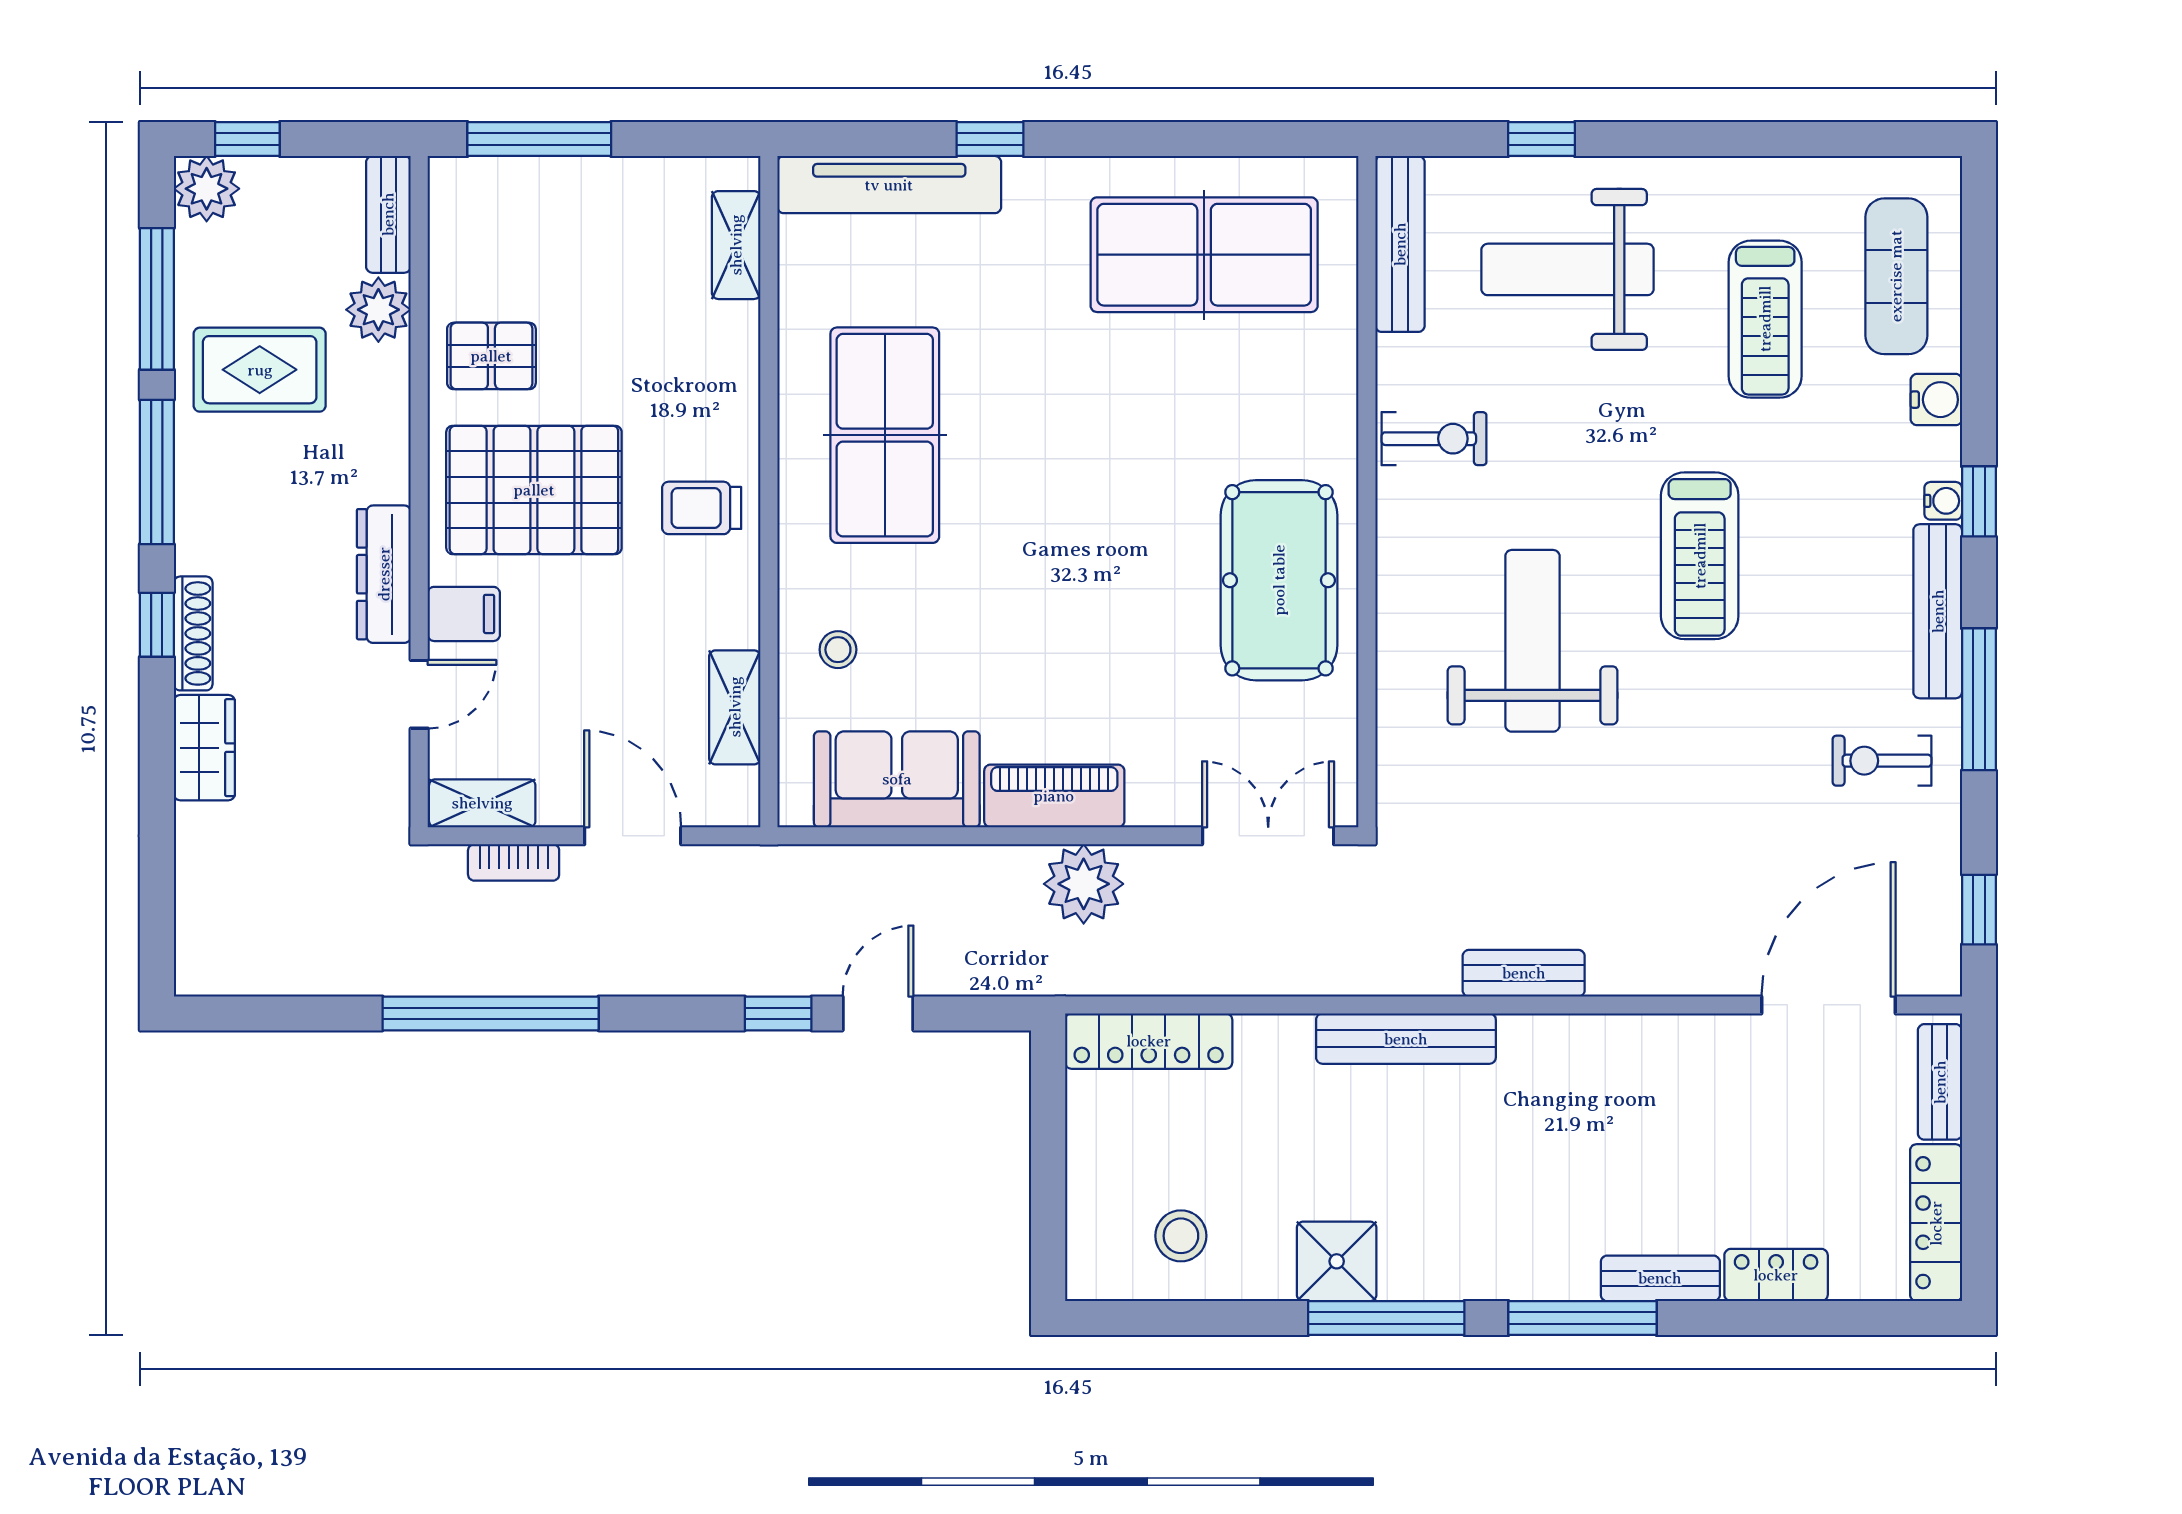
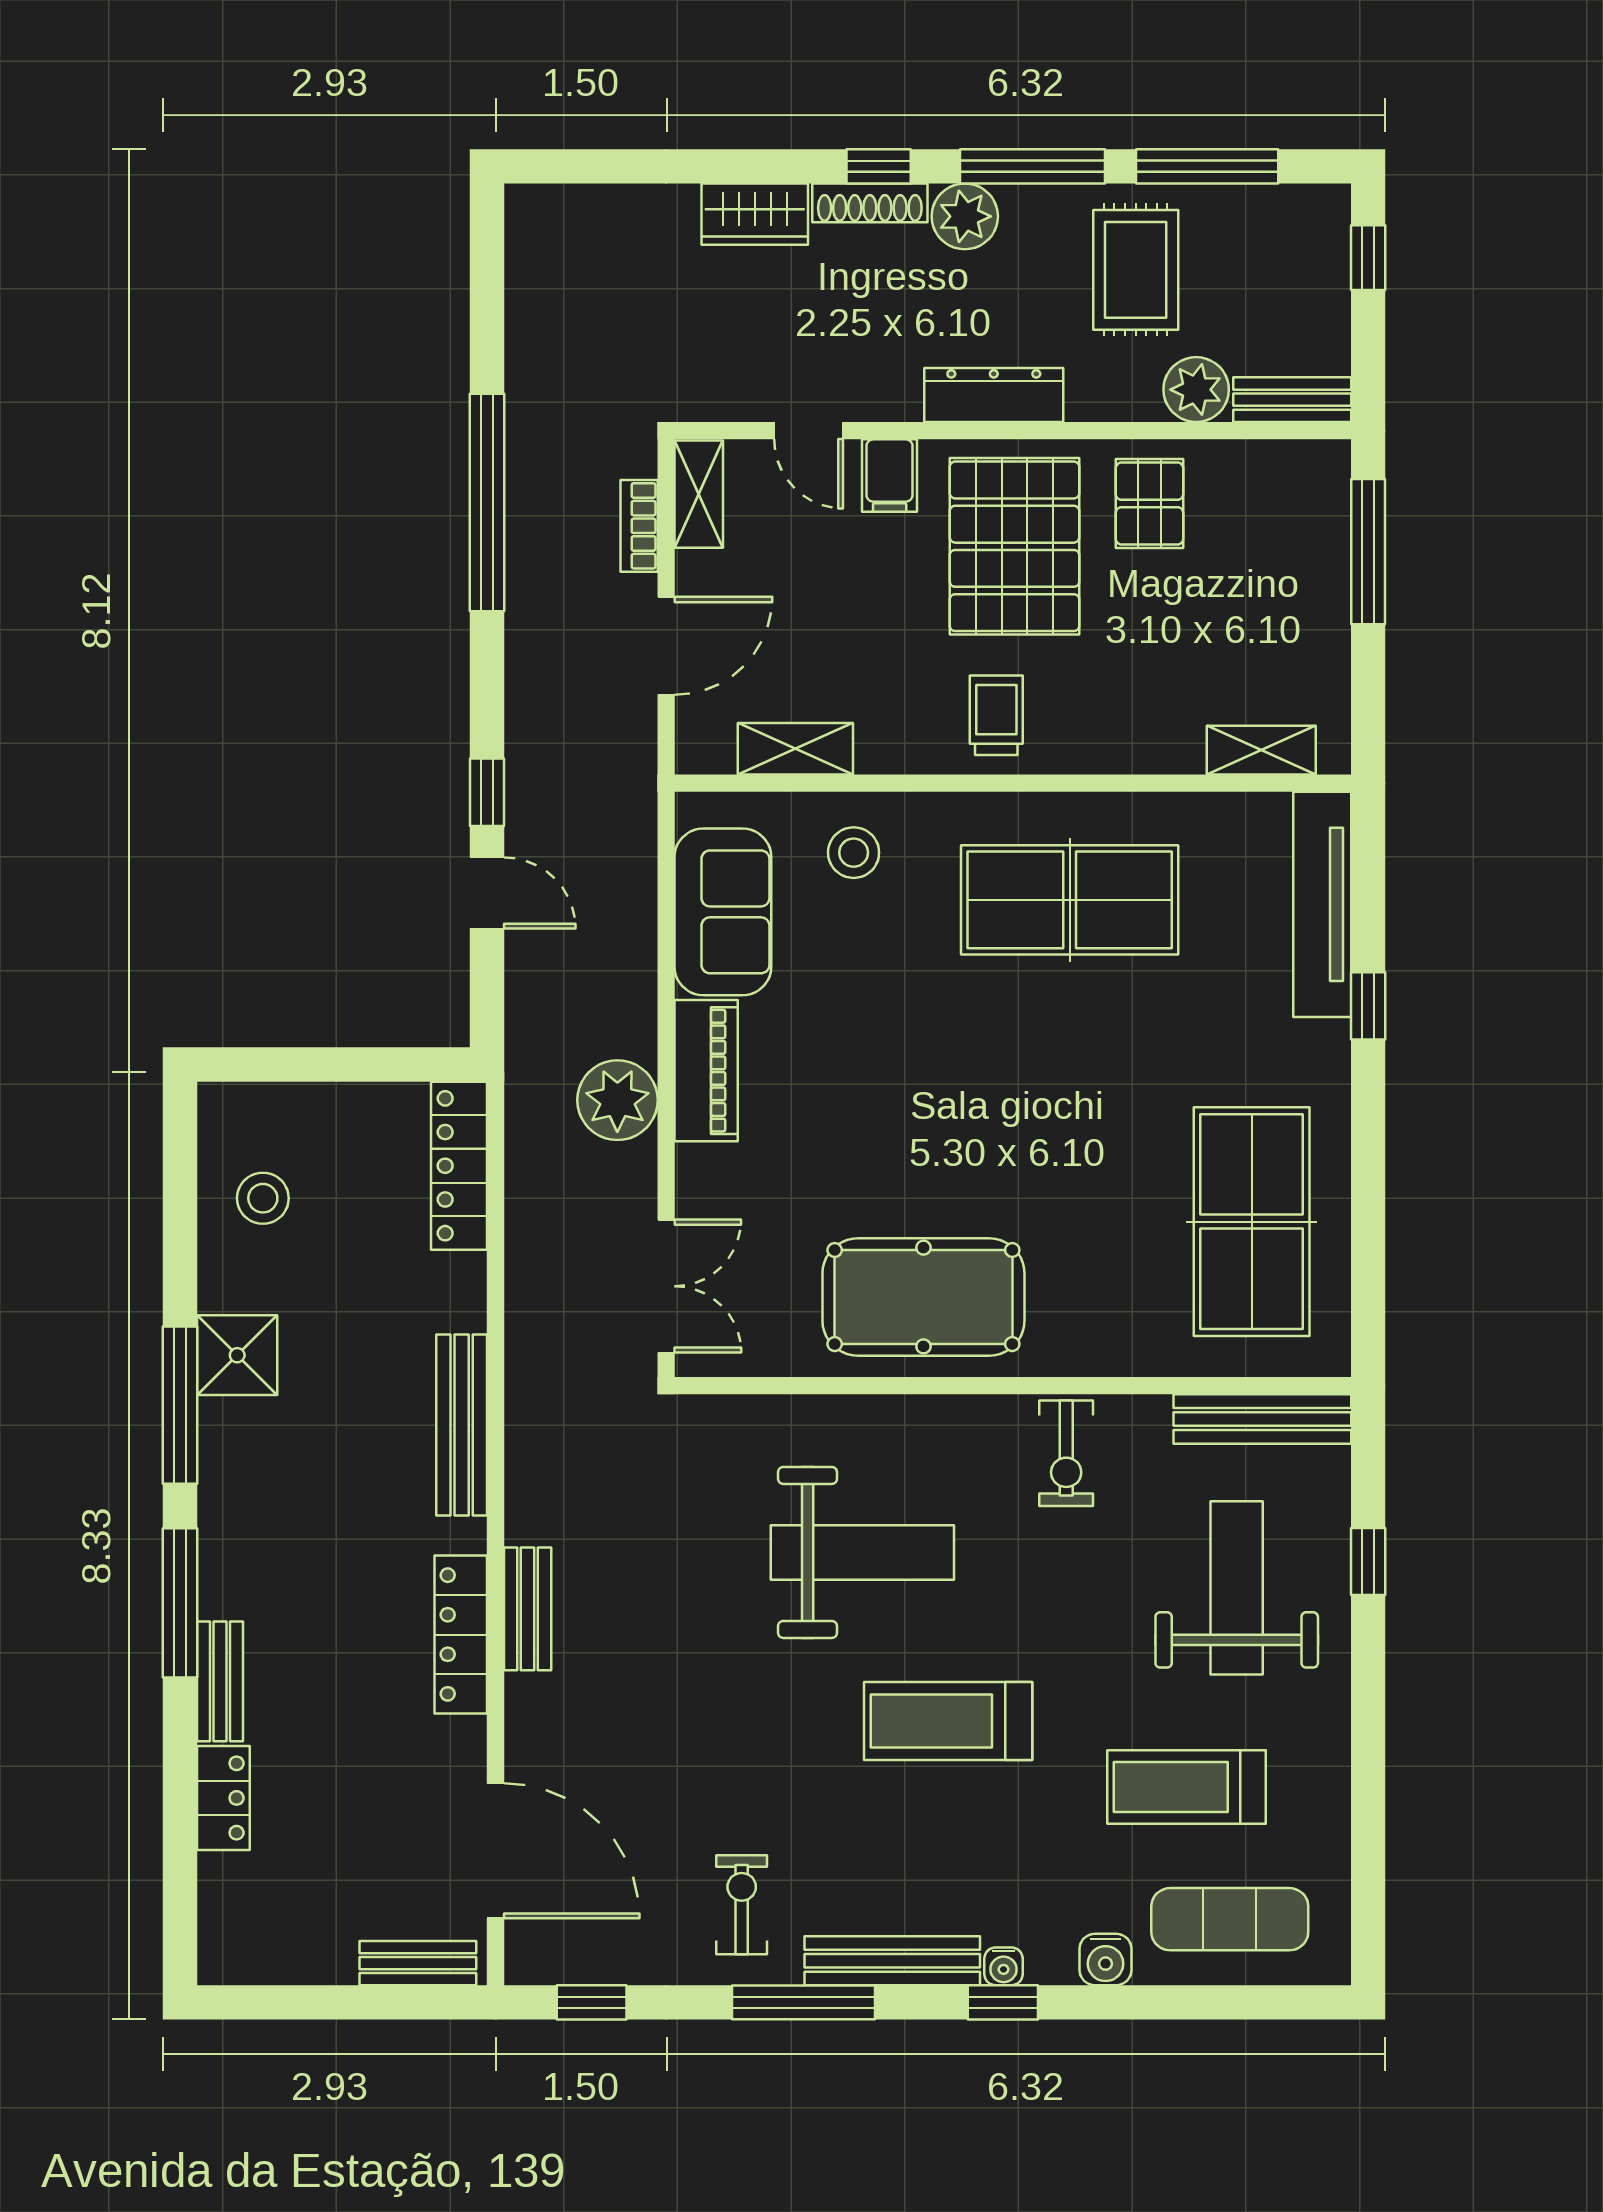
plant: (207, 189) -> (965, 216), moved
dresser: (384, 574) -> (994, 395), moved
stool: (838, 650) -> (854, 853), width x1.37, depth x1.37
bench: (1524, 973) -> (528, 1609), moved
locker: (1936, 1223) -> (461, 1635), moved, turned -90

